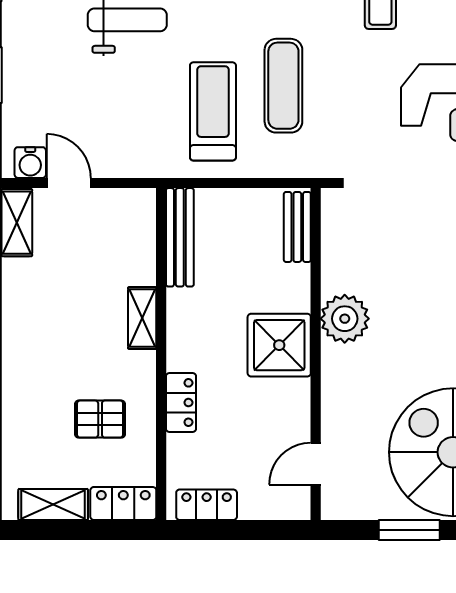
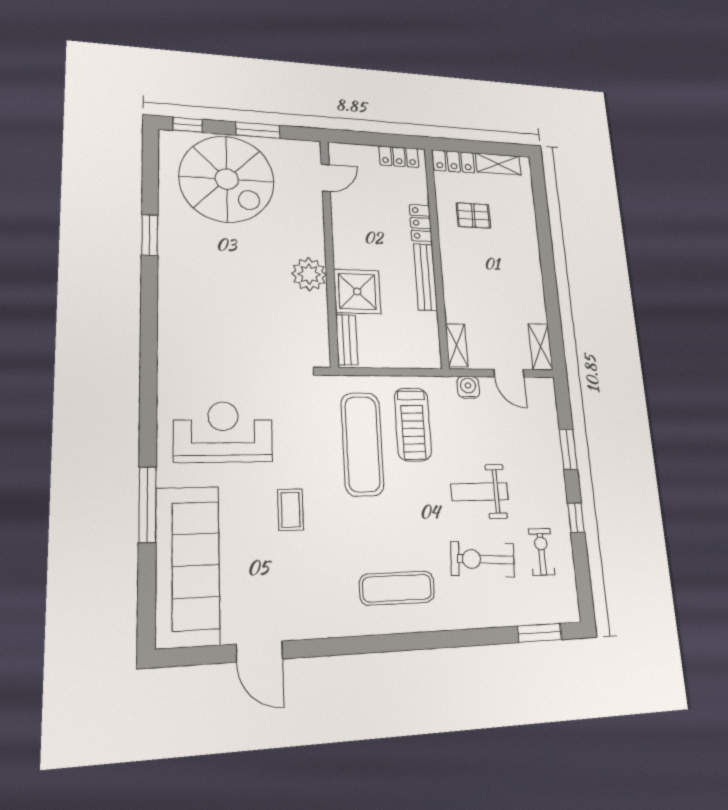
exercise mat: (283, 86) -> (362, 444), width x1.36, depth x1.45
water cooler: (30, 163) -> (468, 387), moved
bench: (180, 237) -> (426, 277), moved
shelving: (142, 318) -> (457, 345), moved
shower: (279, 345) -> (357, 291), moved

